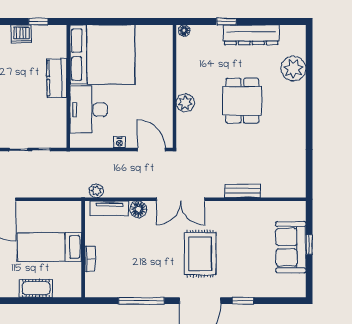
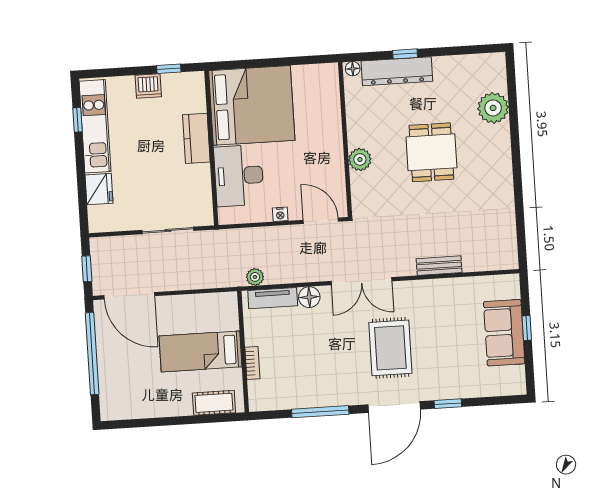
dresser: (251, 35) -> (397, 71), moved
cot: (36, 288) -> (214, 403), moved

